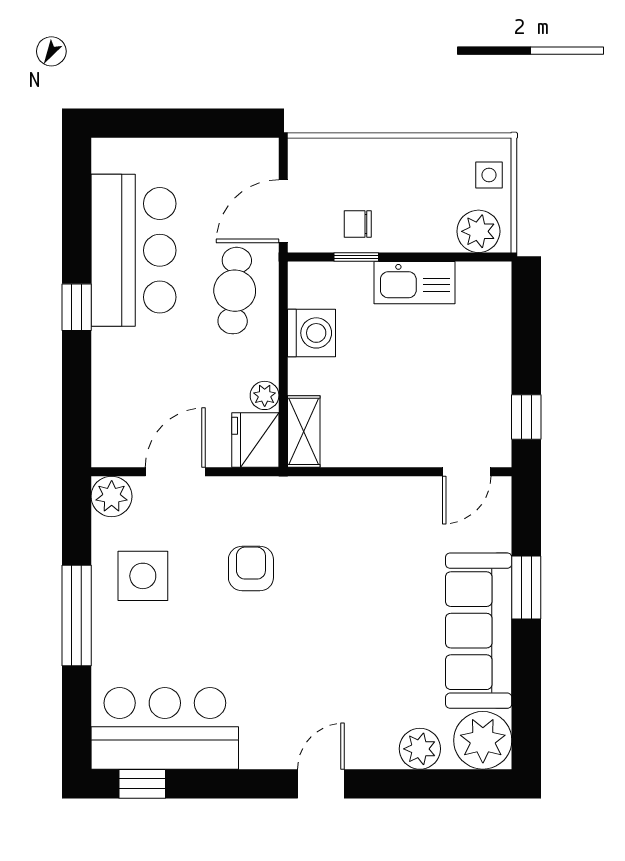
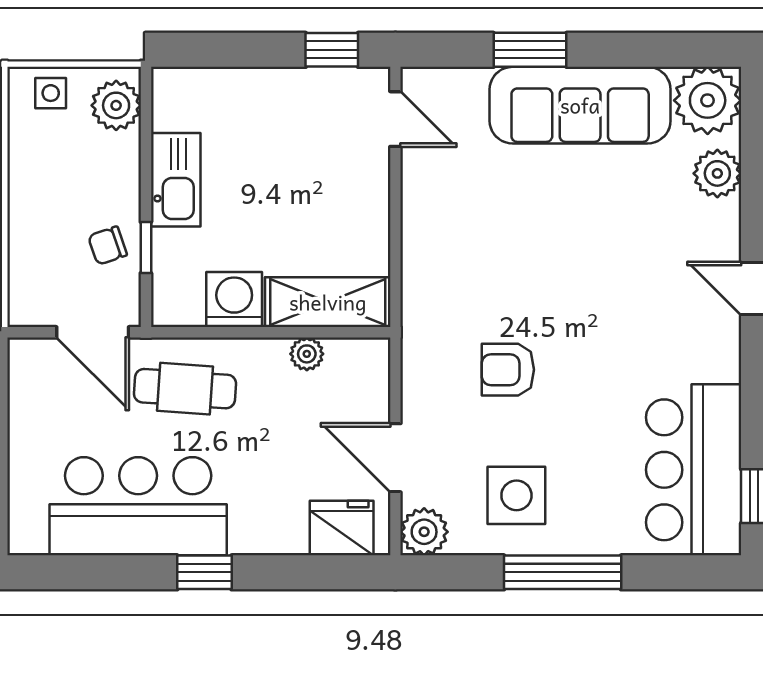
chair: (358, 224) -> (108, 246), turned 71
shelving: (304, 431) -> (328, 302), width x1.50, depth x1.33
fridge: (255, 440) -> (342, 528), moved, turned 180

